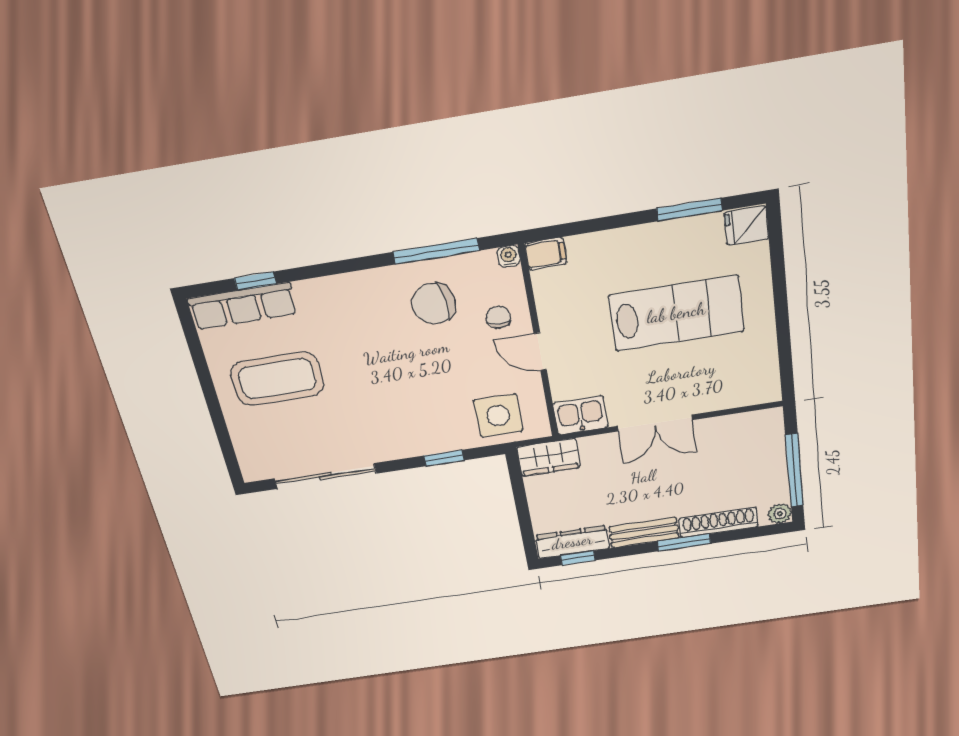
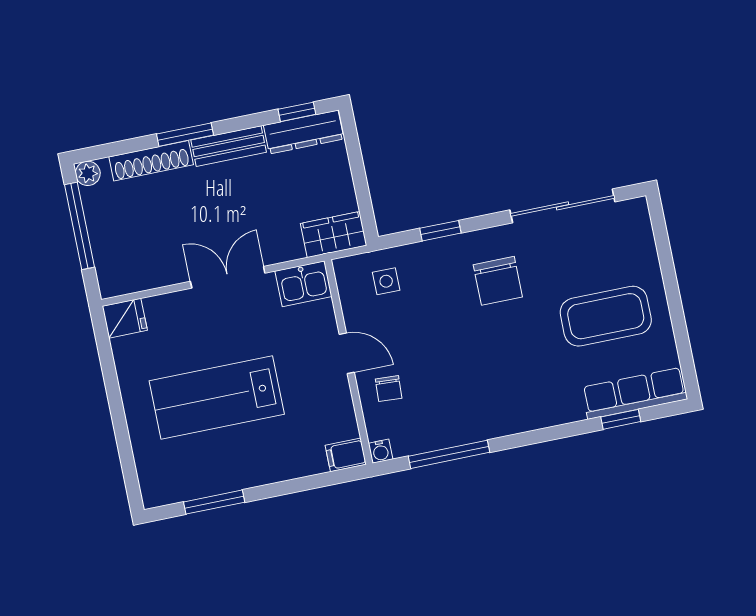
fridge: (746, 226) -> (125, 318), moved
chair: (434, 304) -> (498, 281), moved, turned 97
side table: (498, 416) -> (386, 281), width x0.54, depth x0.54

